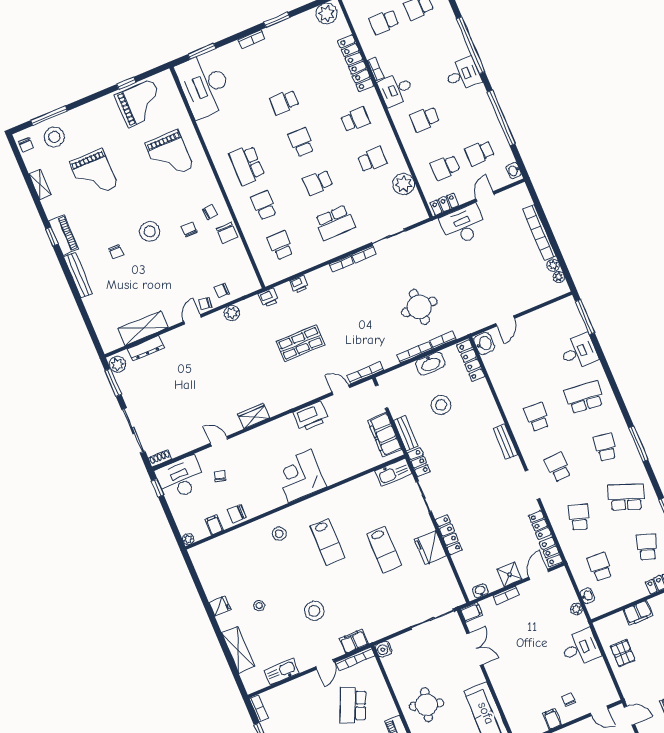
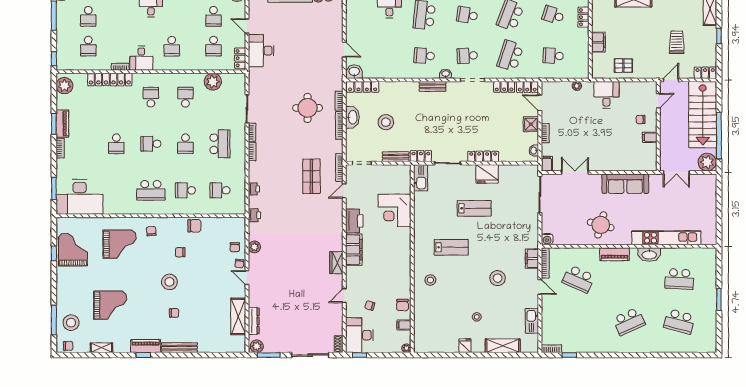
piano: (281, 30) -> (62, 124), added
chair: (210, 212) -> (151, 231), moved
shop shelf: (300, 343) -> (311, 176), moved
filing cabinet: (384, 435) -> (354, 250), moved, turned -90
corner desk: (300, 476) -> (394, 210), moved
school desk: (579, 517) -> (510, 56), width x1.85
washbasin: (587, 596) -> (446, 74), moved

